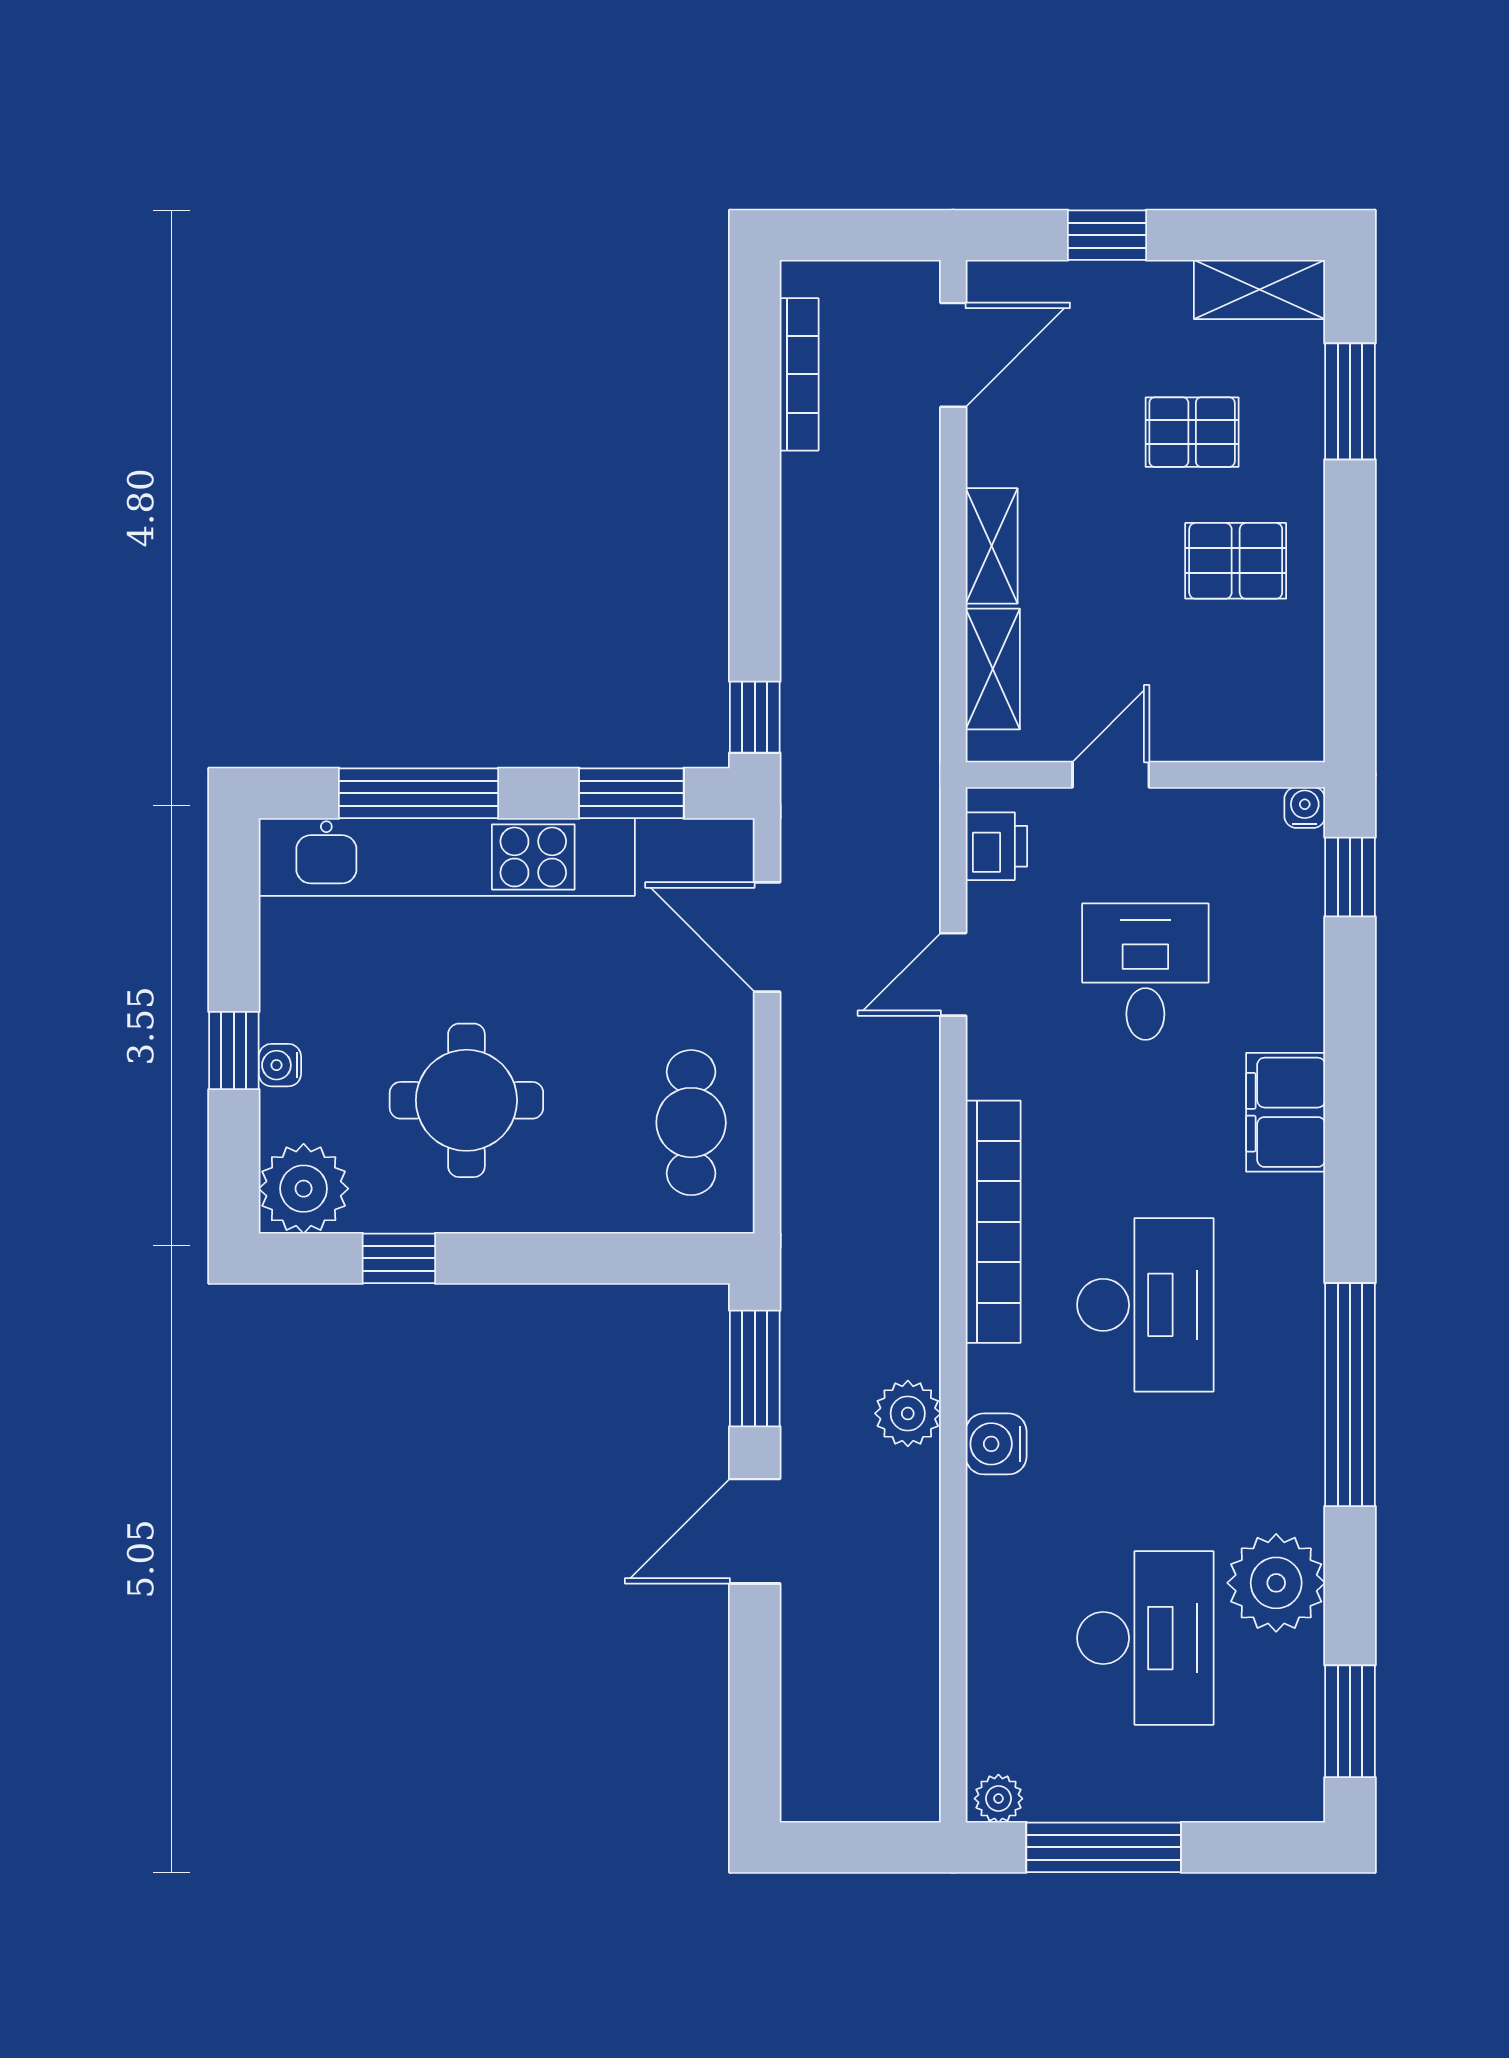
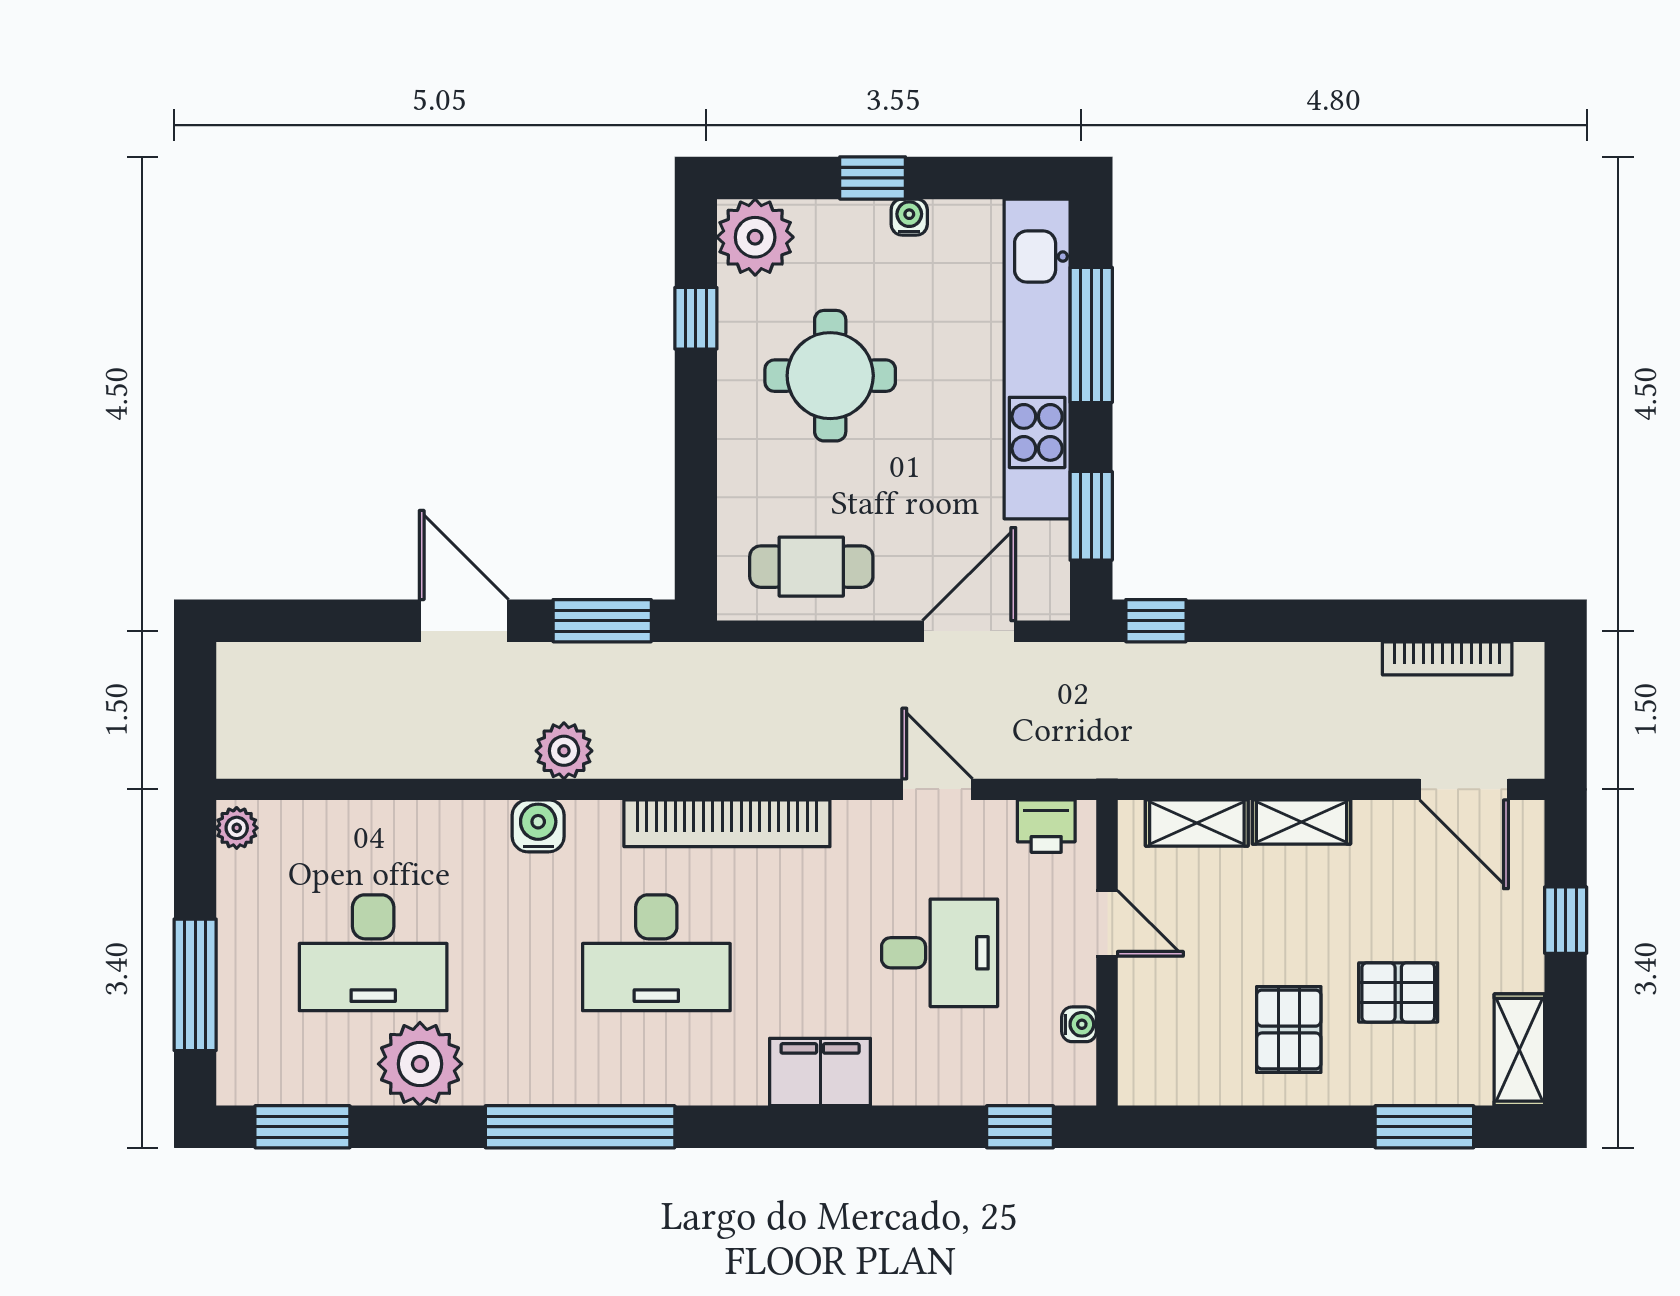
pallet: (1192, 432) -> (1398, 992), turned 90
water cooler: (1305, 808) -> (1079, 1024), moved
water cooler: (280, 1065) -> (909, 217), moved
window: (1104, 1847) -> (195, 985), moved

